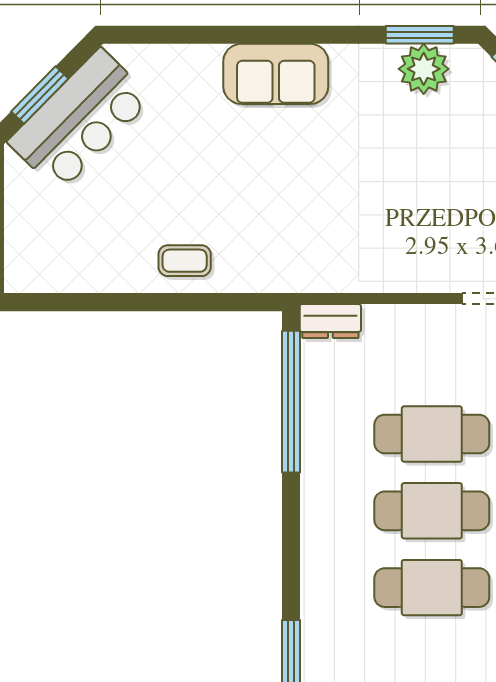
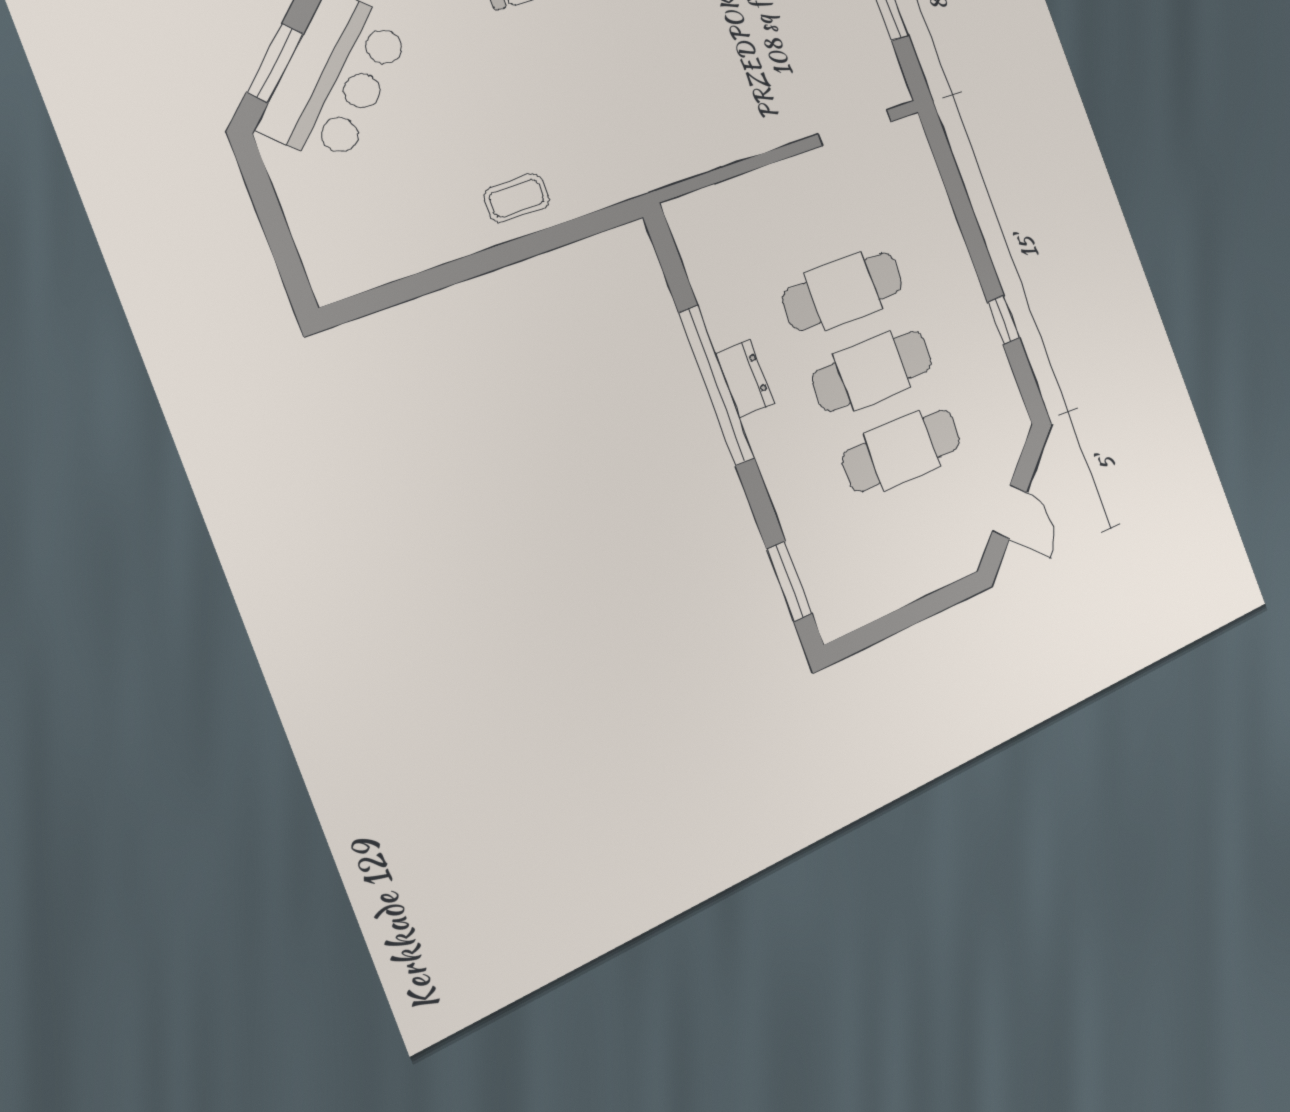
dresser: (330, 321) -> (745, 378), moved, turned -90
window: (291, 402) -> (717, 386), moved

